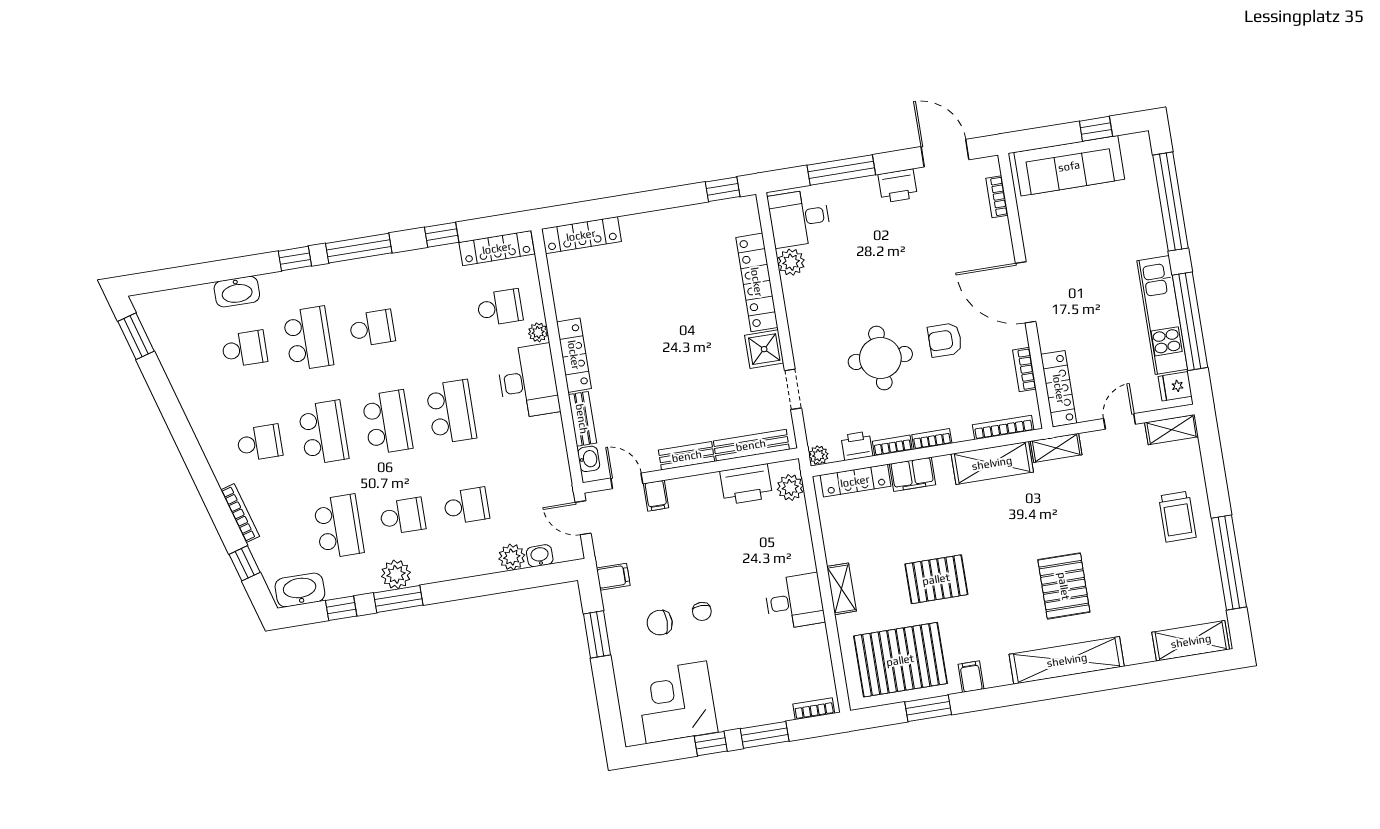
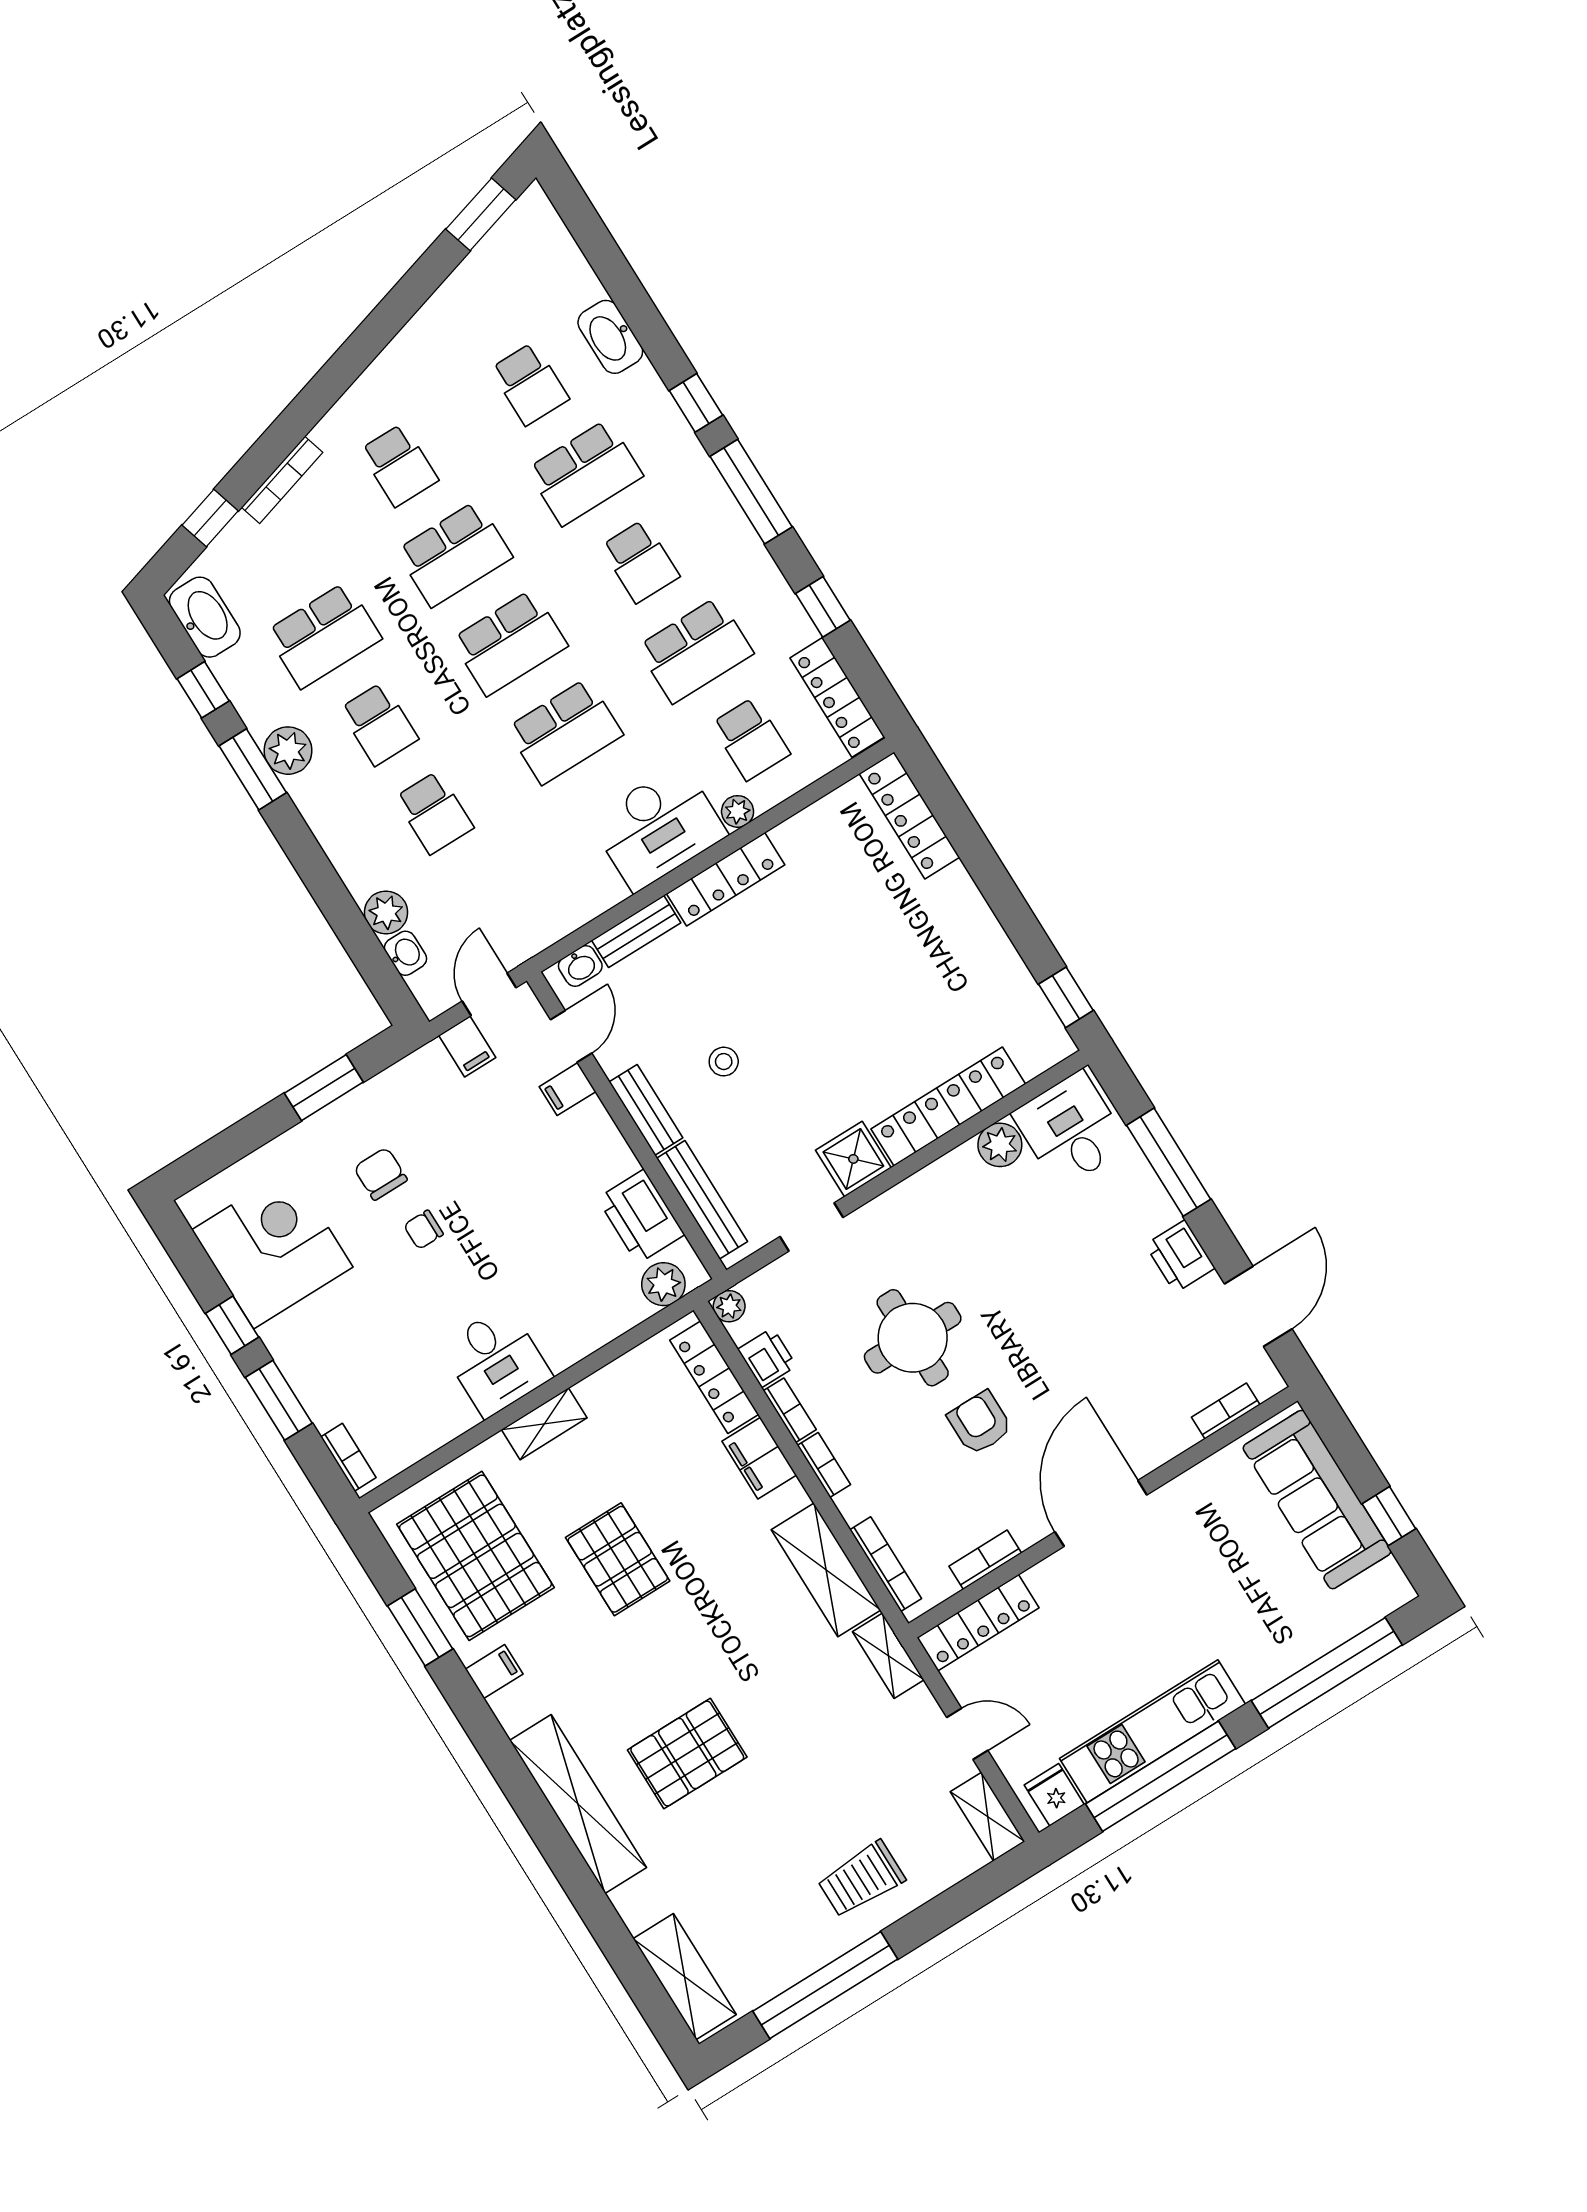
school desk: (436, 318) -> (695, 650), added
stool: (678, 400) -> (724, 1062), added
filing cabinet: (613, 577) -> (467, 1046), moved

